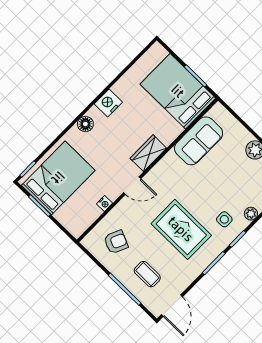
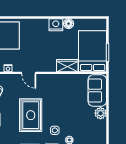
floor lamp: (85, 124) -> (69, 24), moved
sofa: (199, 141) -> (97, 90), moved, turned 90
wardrobe: (148, 153) -> (67, 66), moved

